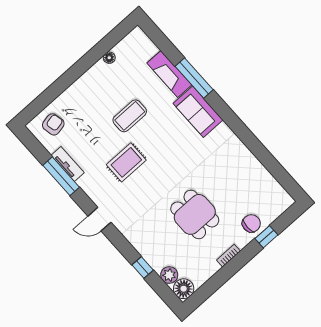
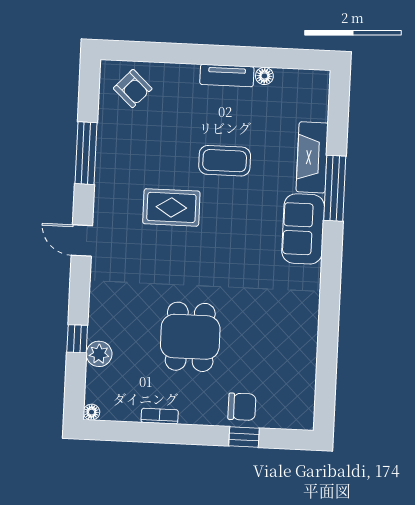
armchair: (53, 124) -> (133, 89), turned 55
tv unit: (68, 164) -> (227, 76), moved, turned 90
bookcase: (228, 256) -> (160, 416), moved
plant: (169, 275) -> (99, 354), moved
floor lamp: (184, 289) -> (92, 412), width x0.53, depth x0.53

